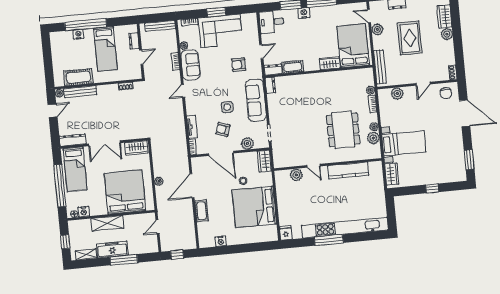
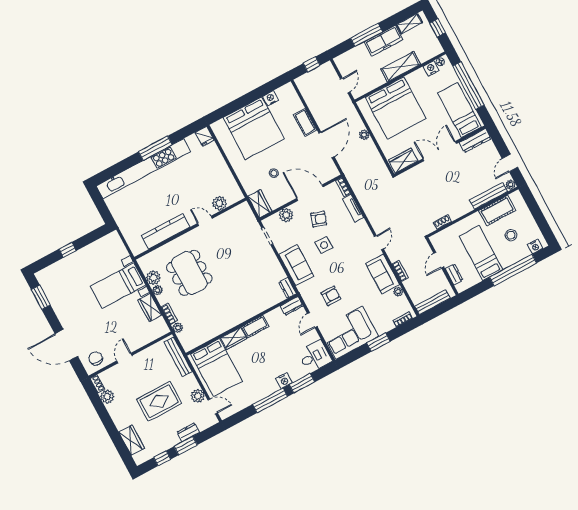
corner sofa: (220, 31) -> (349, 333), moved
nightstand: (78, 34) -> (535, 246), moved
plant: (447, 34) -> (107, 397), moved
rug: (410, 38) -> (159, 401), turned 90
stool: (76, 53) -> (511, 235), added
cot: (293, 67) -> (255, 327), moved
plant: (397, 94) -> (148, 336), removed
sofa: (256, 100) -> (296, 265), width x0.73
wardrobe: (392, 174) -> (150, 308), moved
bed: (254, 207) -> (254, 128), moved, turned 90

